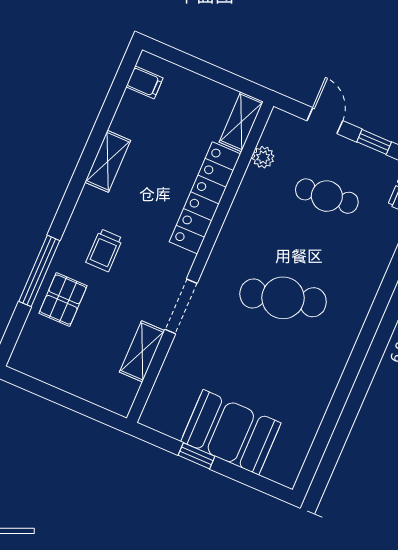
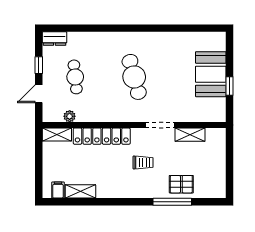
shelving: (108, 161) -> (80, 191), moved
trolley: (104, 250) -> (143, 162), moved

